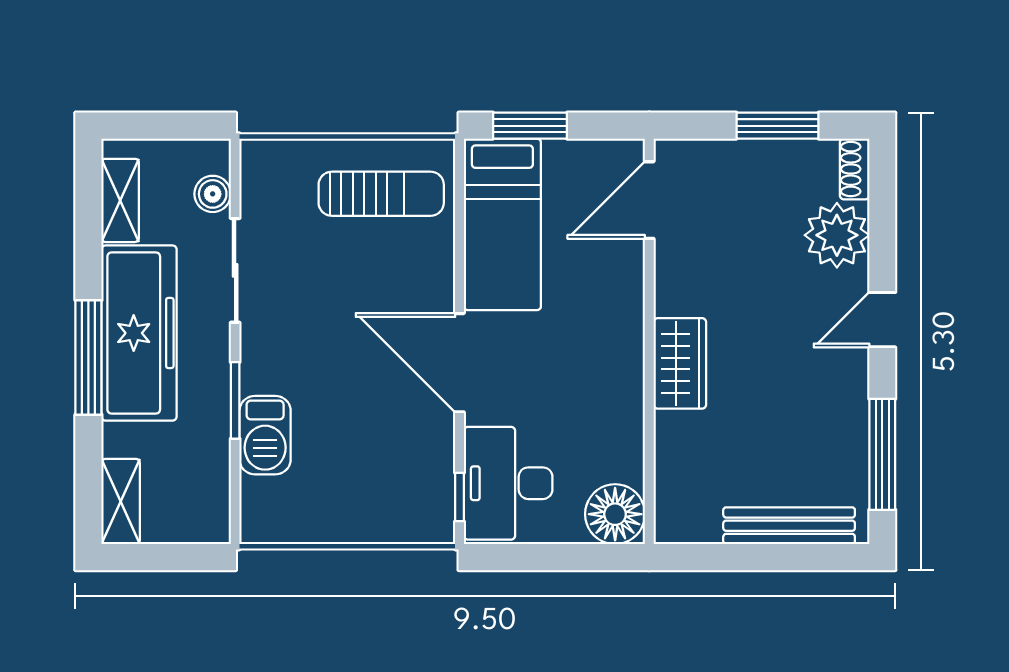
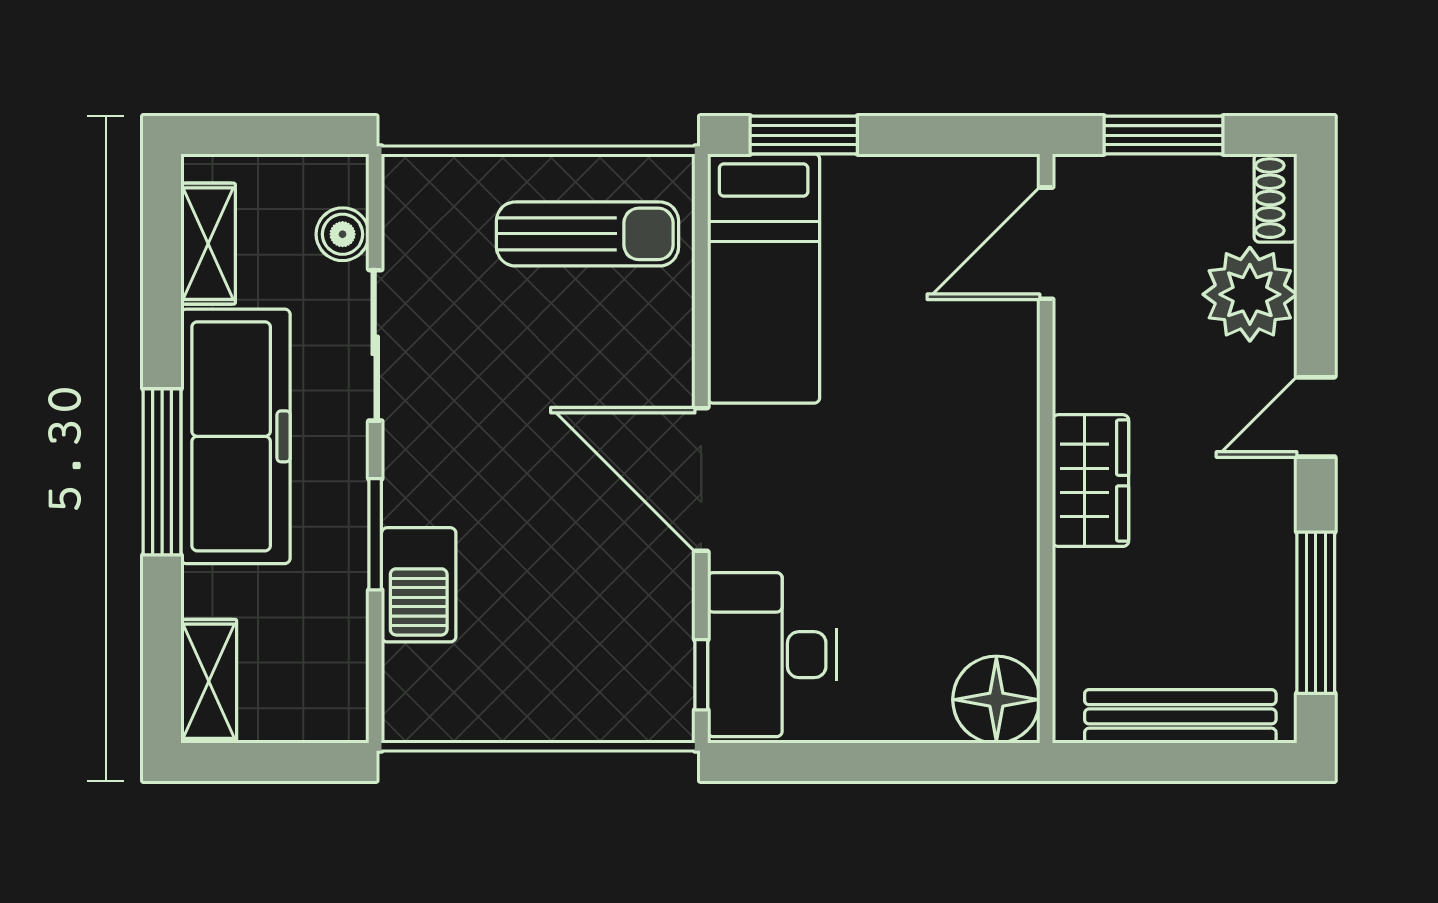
door: (649, 200) -> (1046, 243), moved
wall: (649, 341) -> (1046, 449), moved
wardrobe: (680, 363) -> (1091, 481), moved
floor lamp: (615, 514) -> (996, 700), moved

